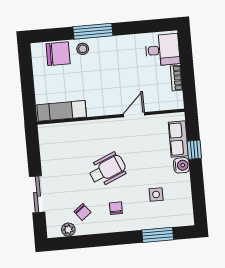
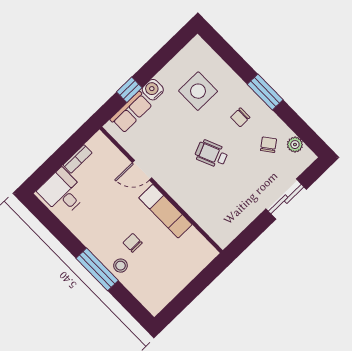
chair: (58, 54) -> (133, 243), moved, width x0.54, depth x0.54
exam couch: (62, 111) -> (165, 211), moved
wheelchair: (107, 169) -> (211, 154), width x0.73, depth x0.73
side table: (156, 194) -> (198, 91), width x1.87, depth x1.87
window: (158, 235) -> (265, 92), moved

